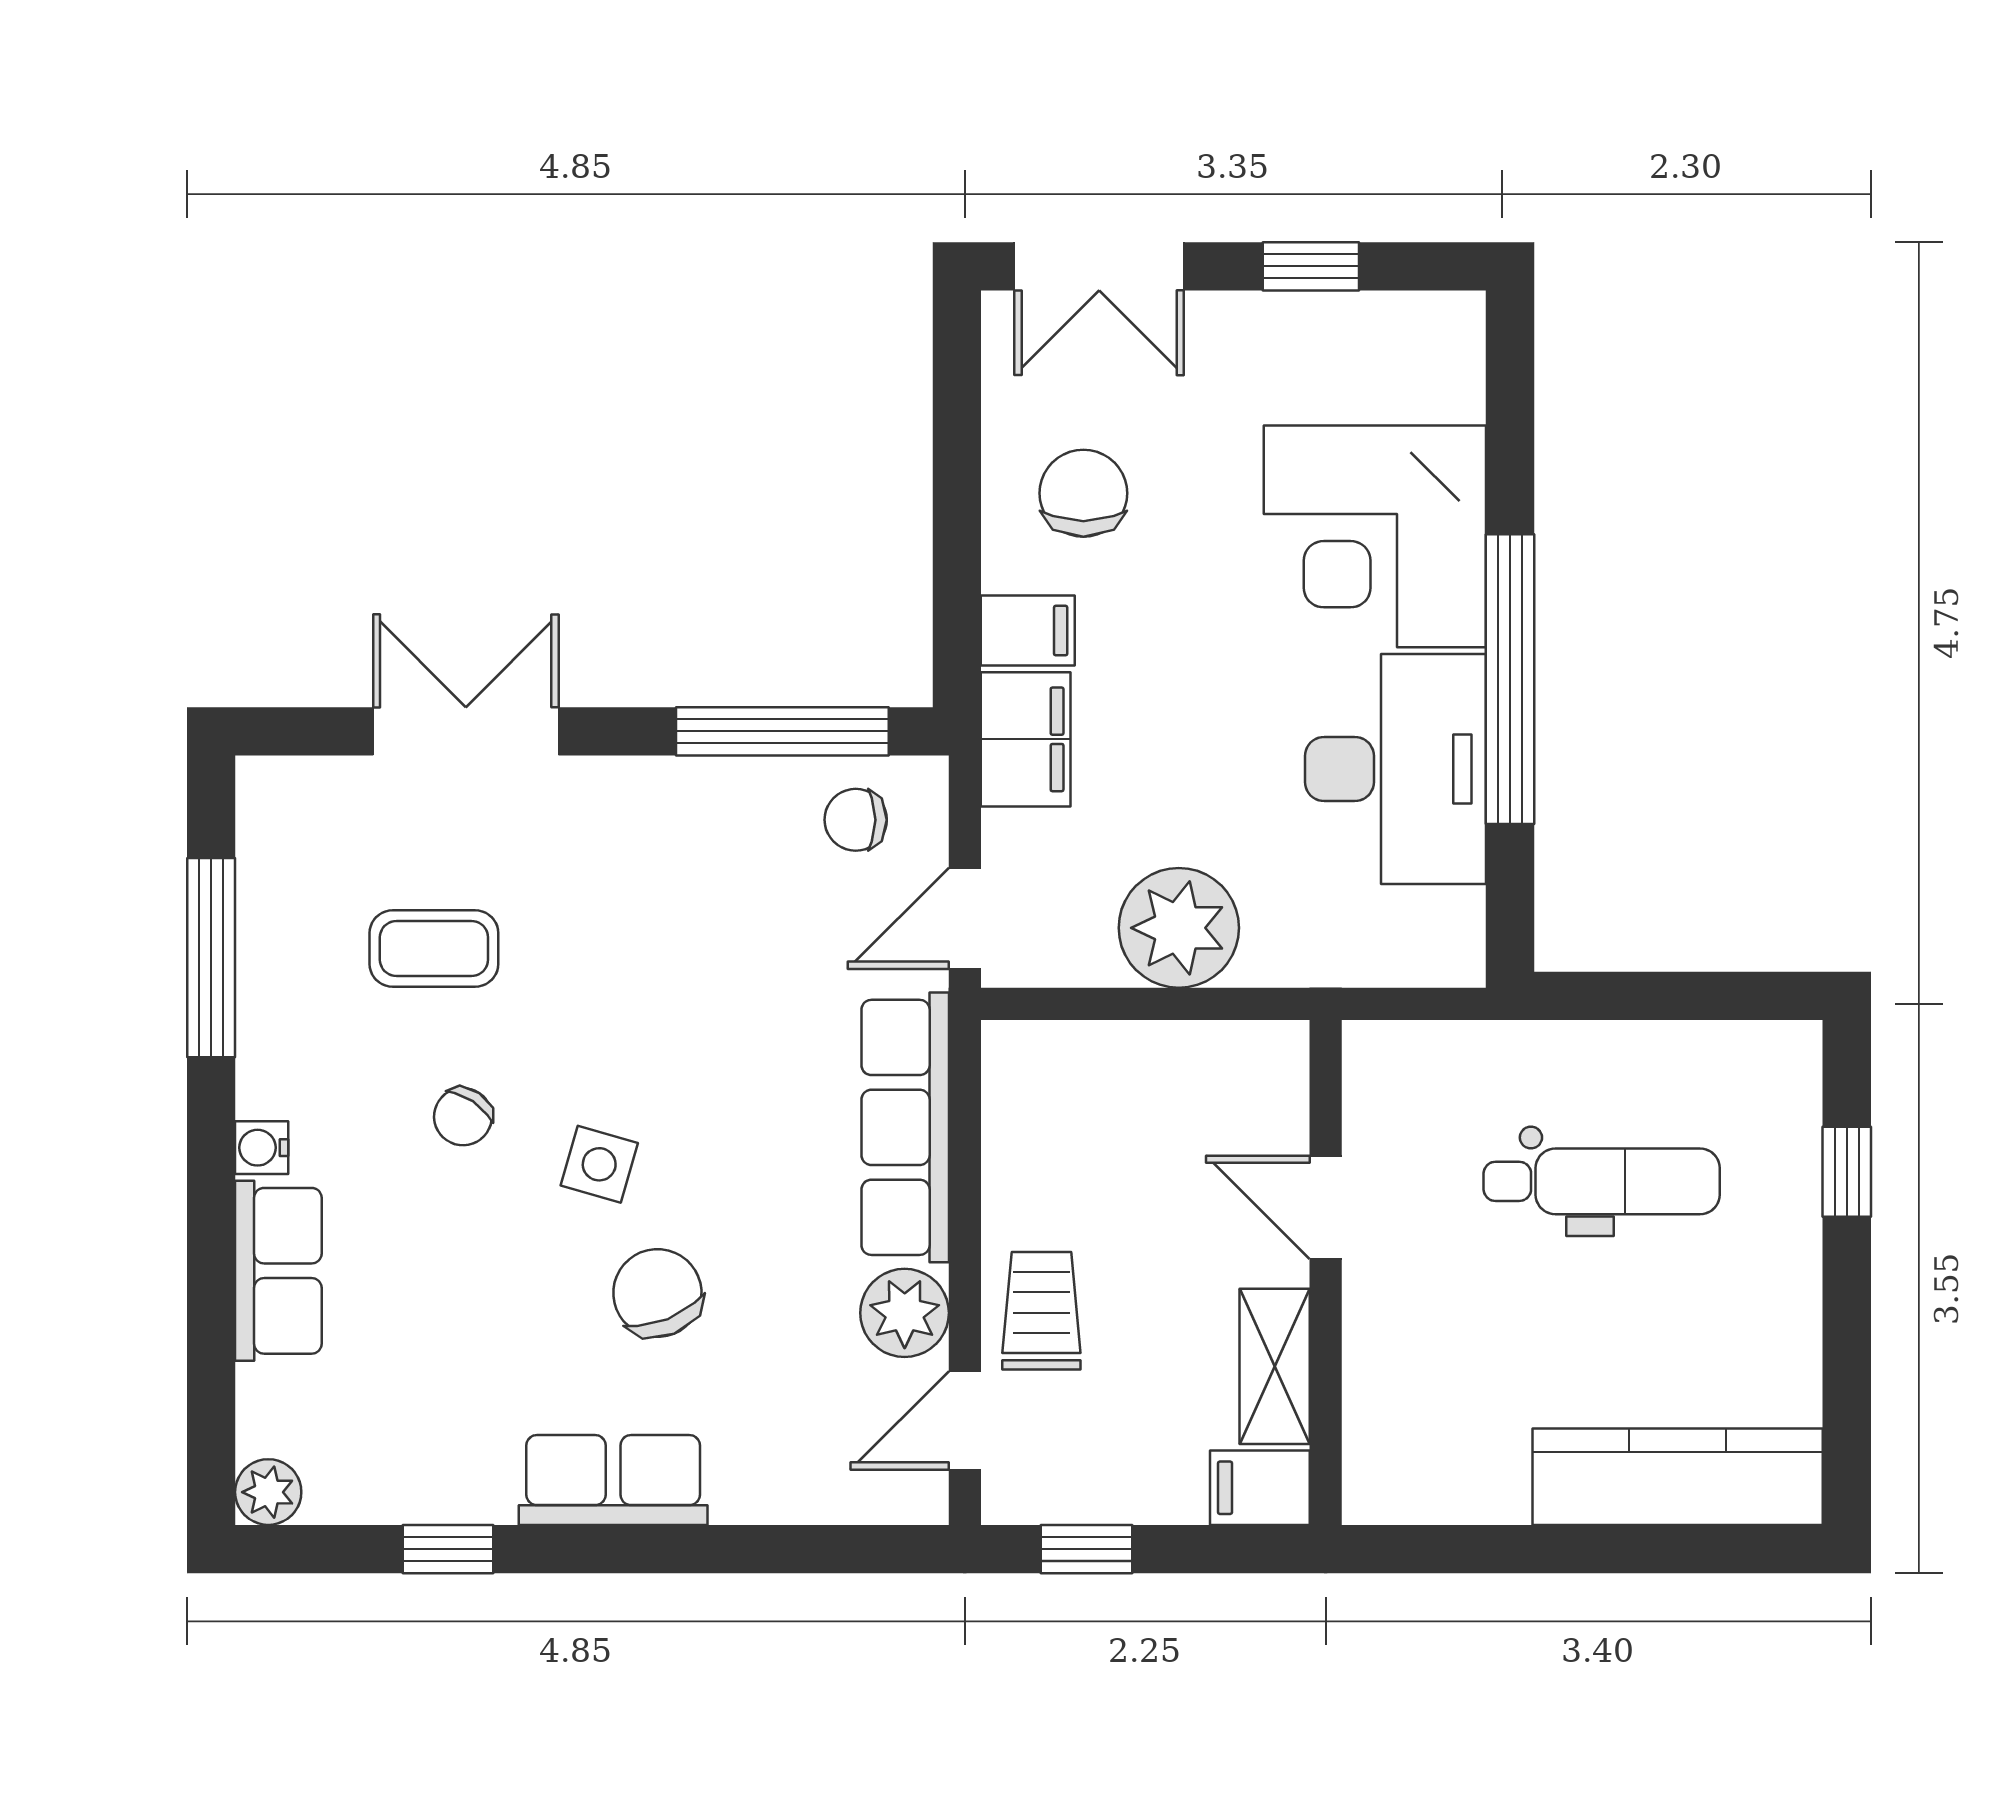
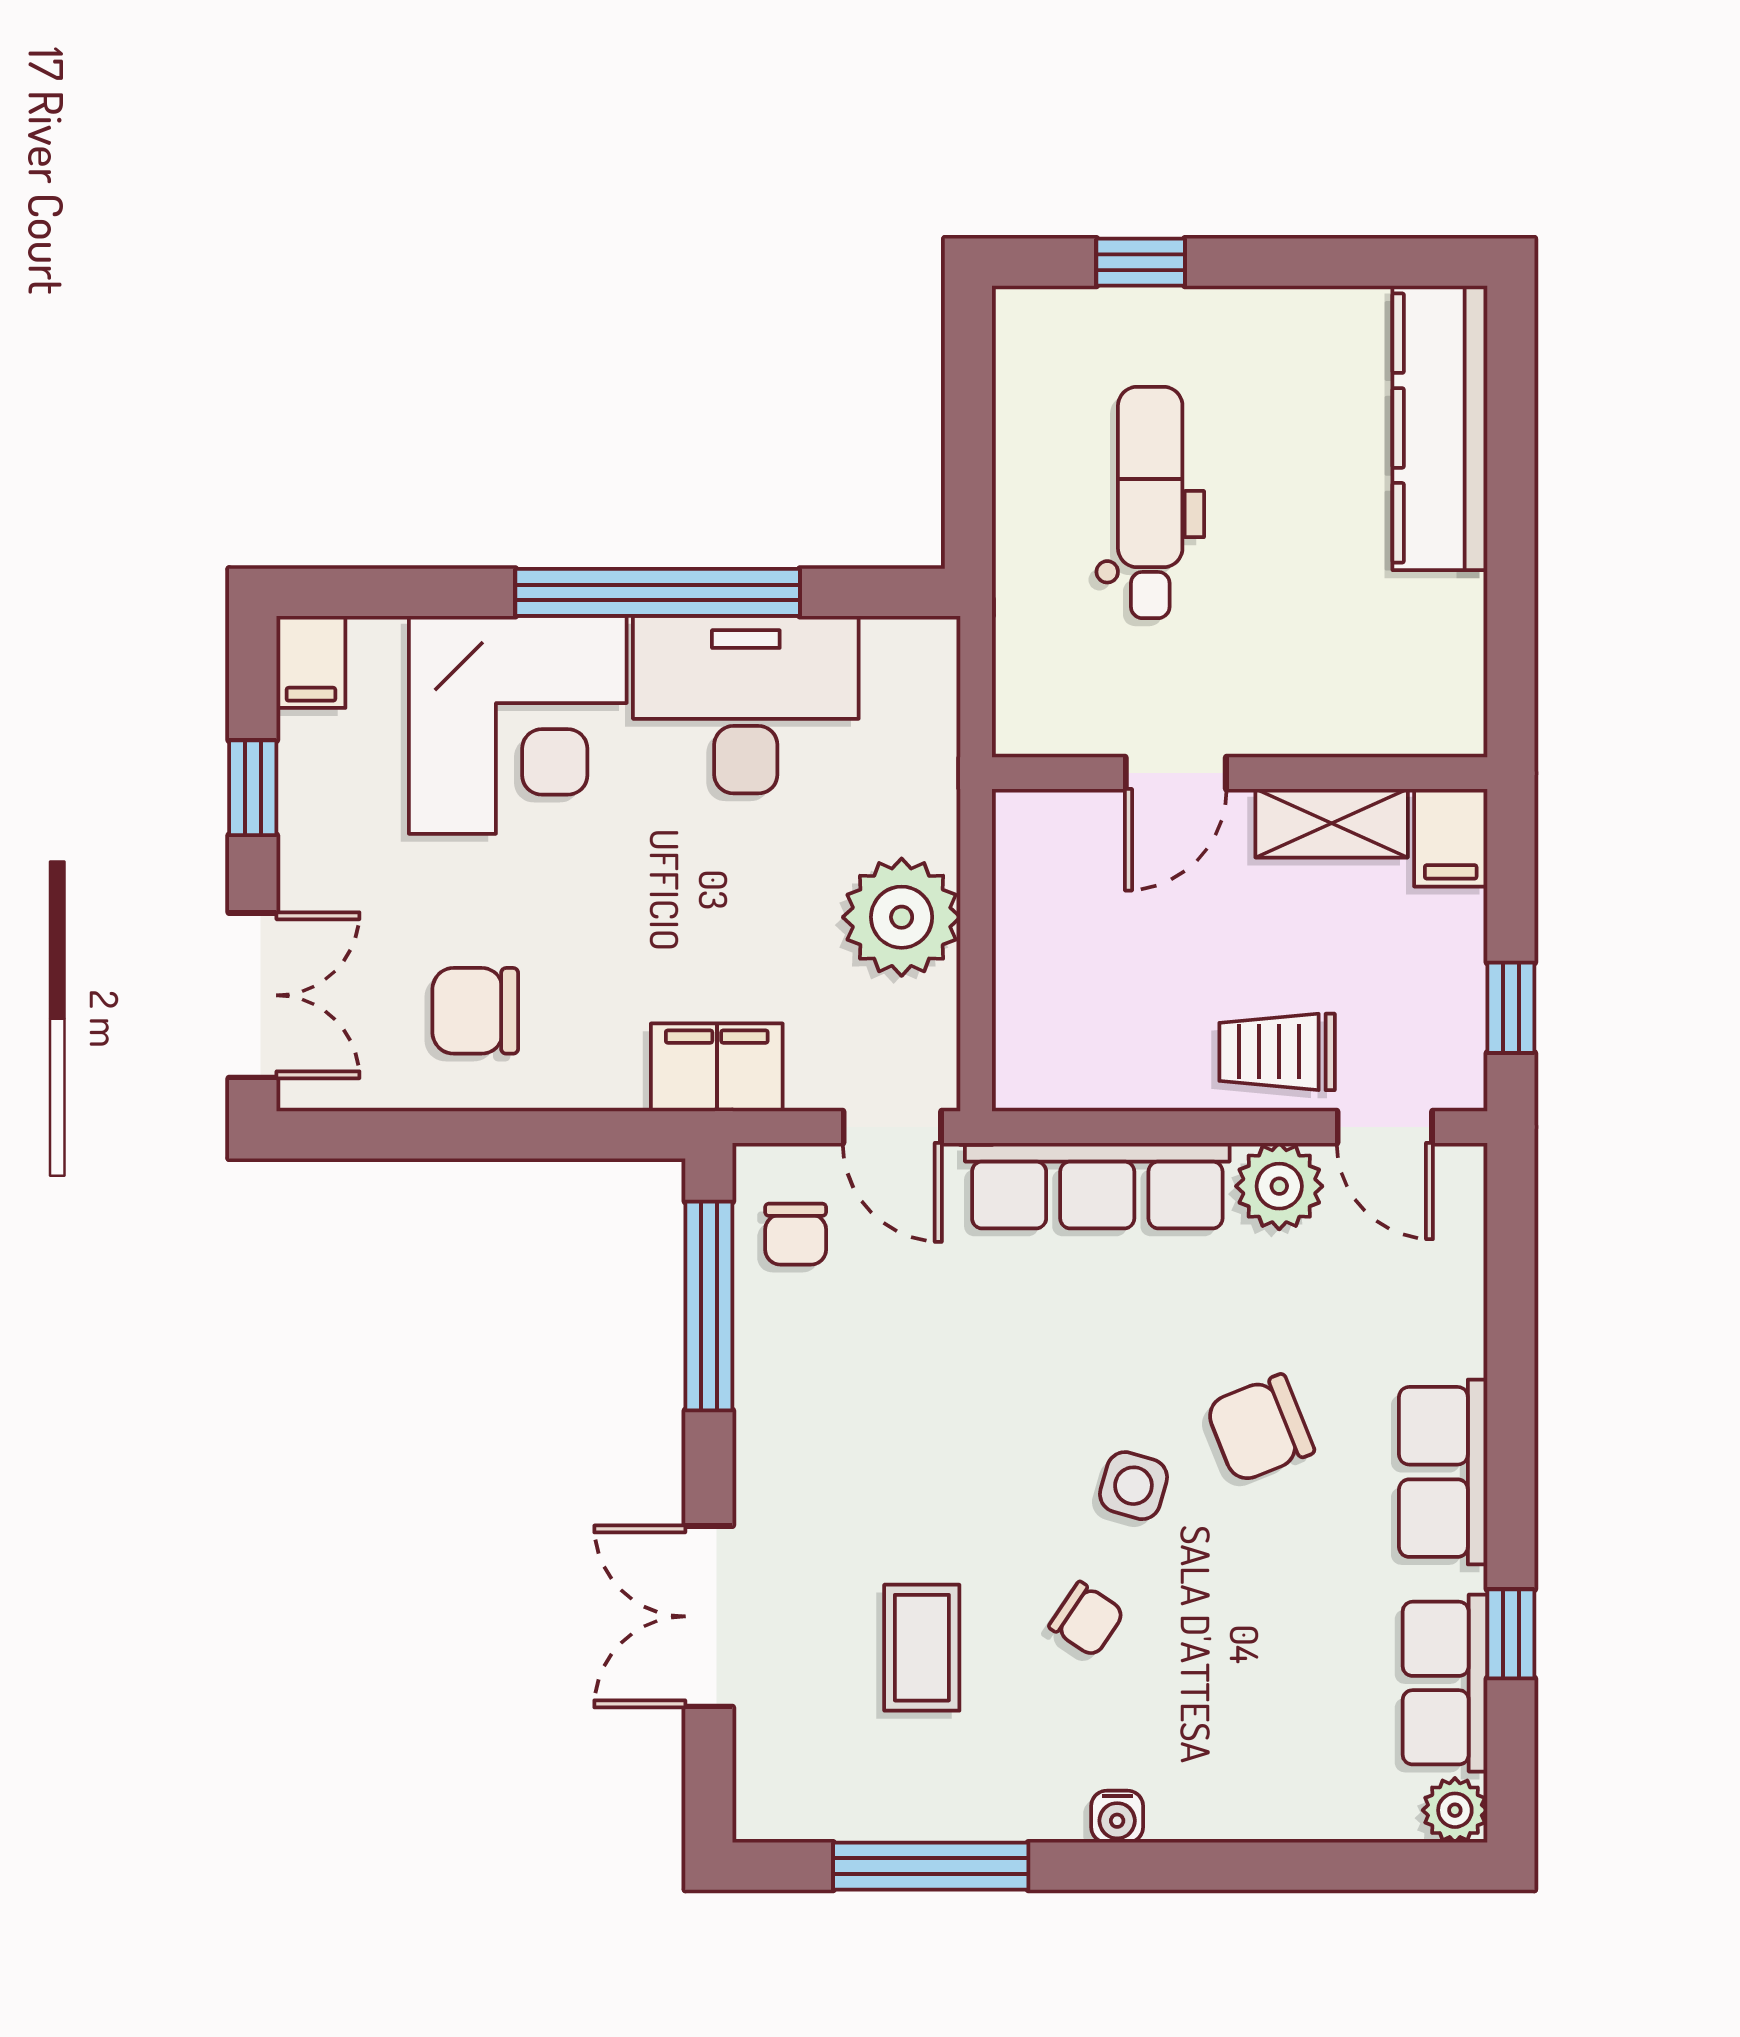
filing cabinet: (1028, 631) -> (311, 662), moved, turned 180
row of seats: (278, 1271) -> (1445, 1683), moved, turned -90

